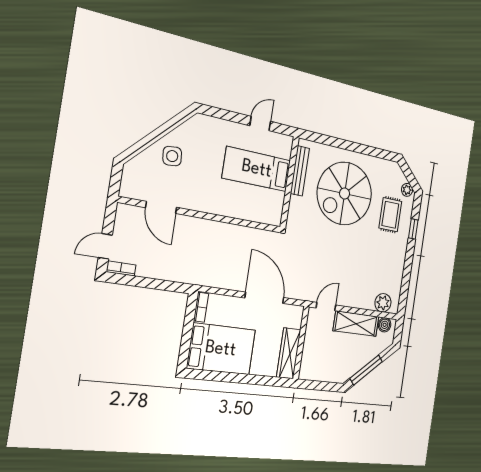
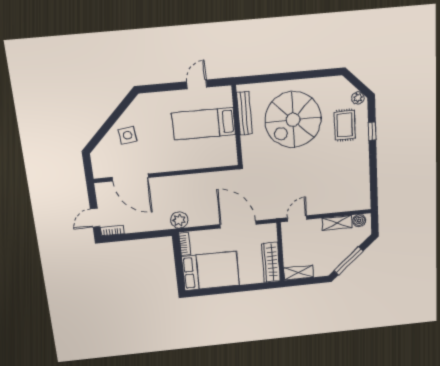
door: (161, 207) -> (130, 177), width x1.36
plant: (383, 303) -> (179, 220), moved
shelving: (356, 324) -> (337, 223), width x0.67, depth x0.75
shelving: (314, 373) -> (299, 273), added

